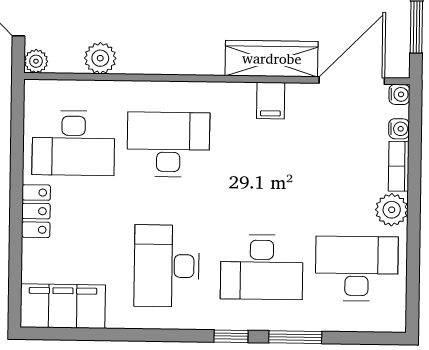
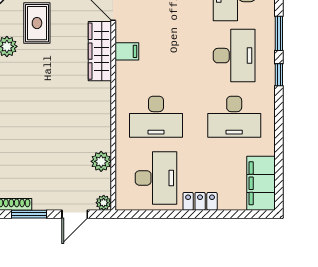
desk: (168, 144) -> (156, 117), turned -90

